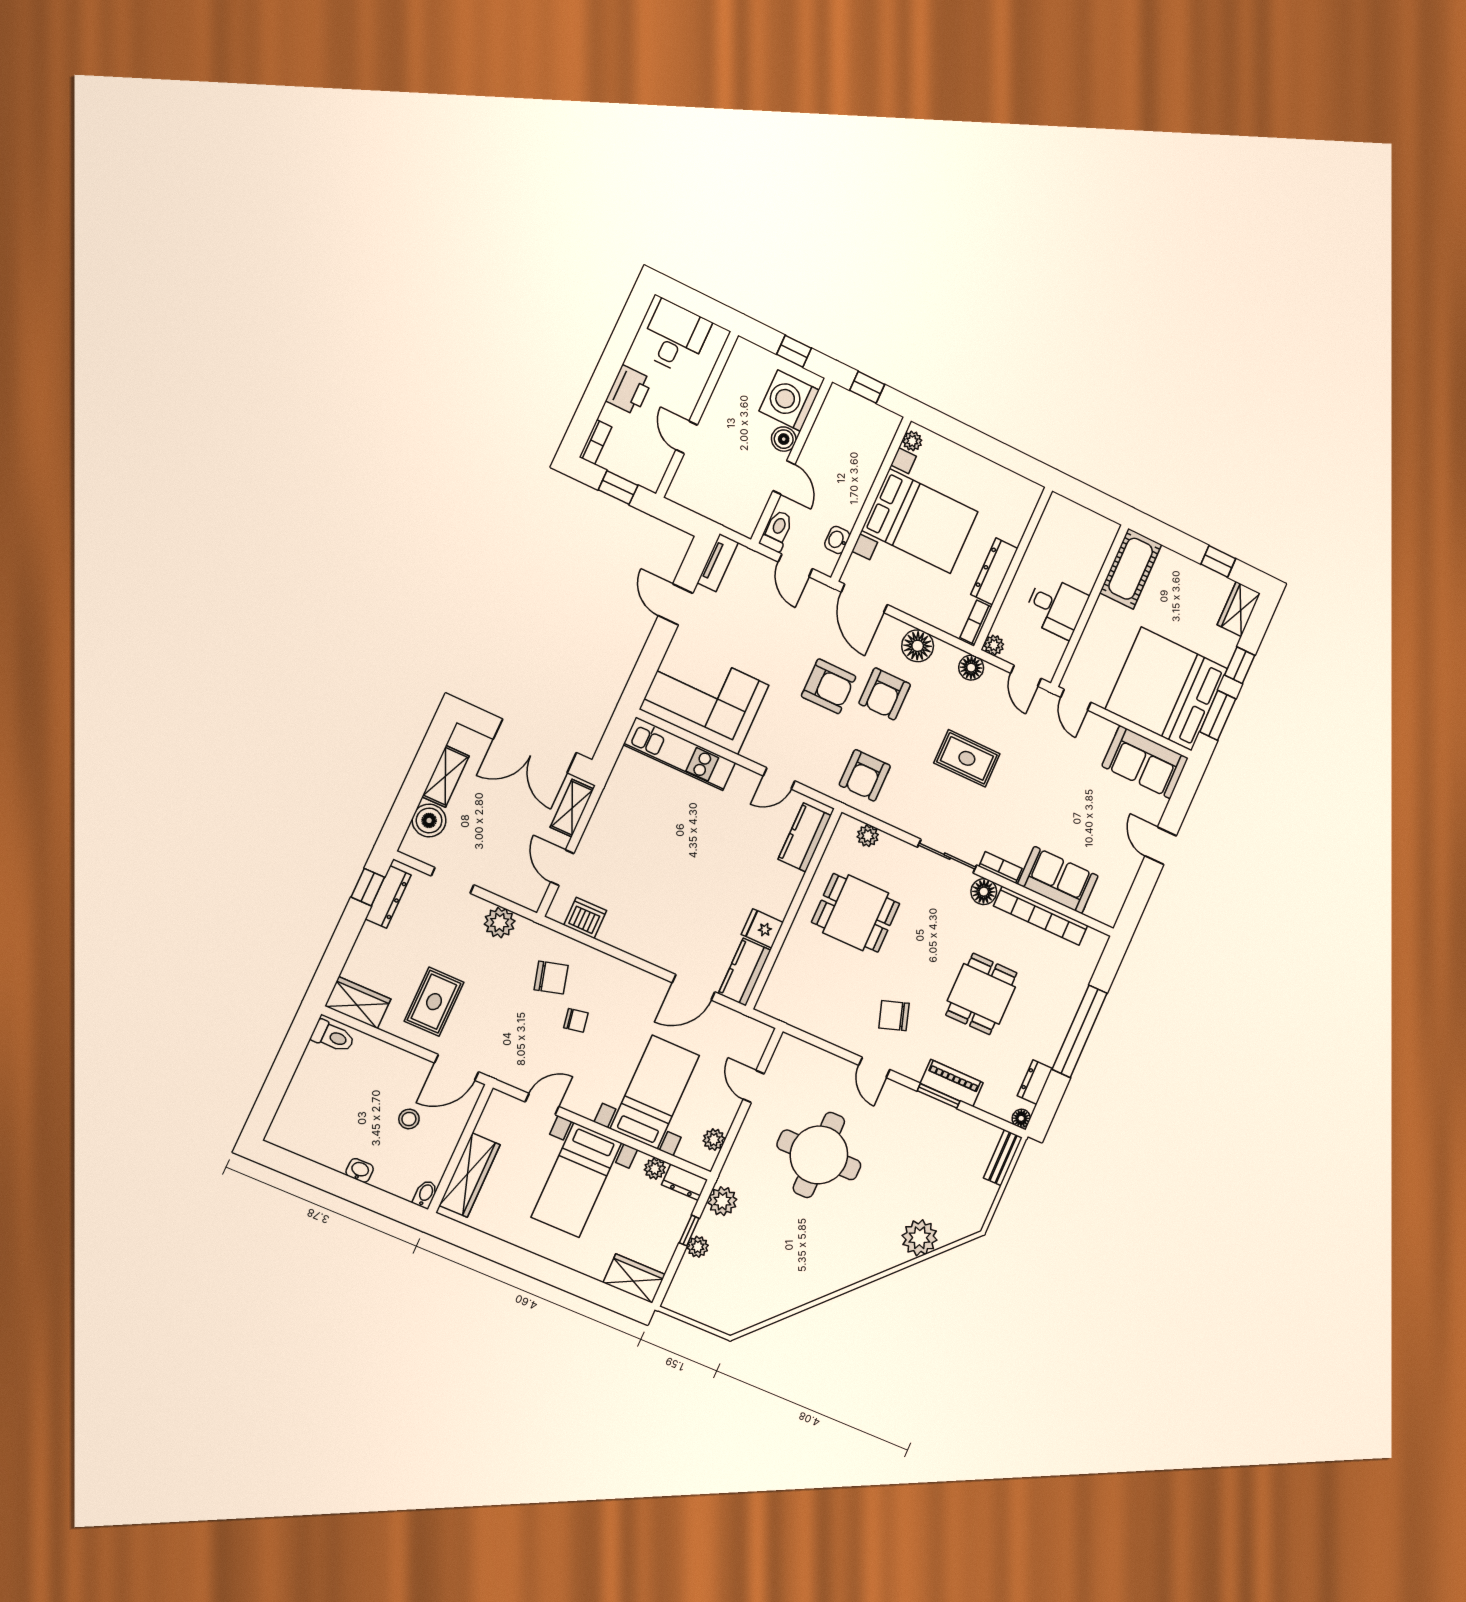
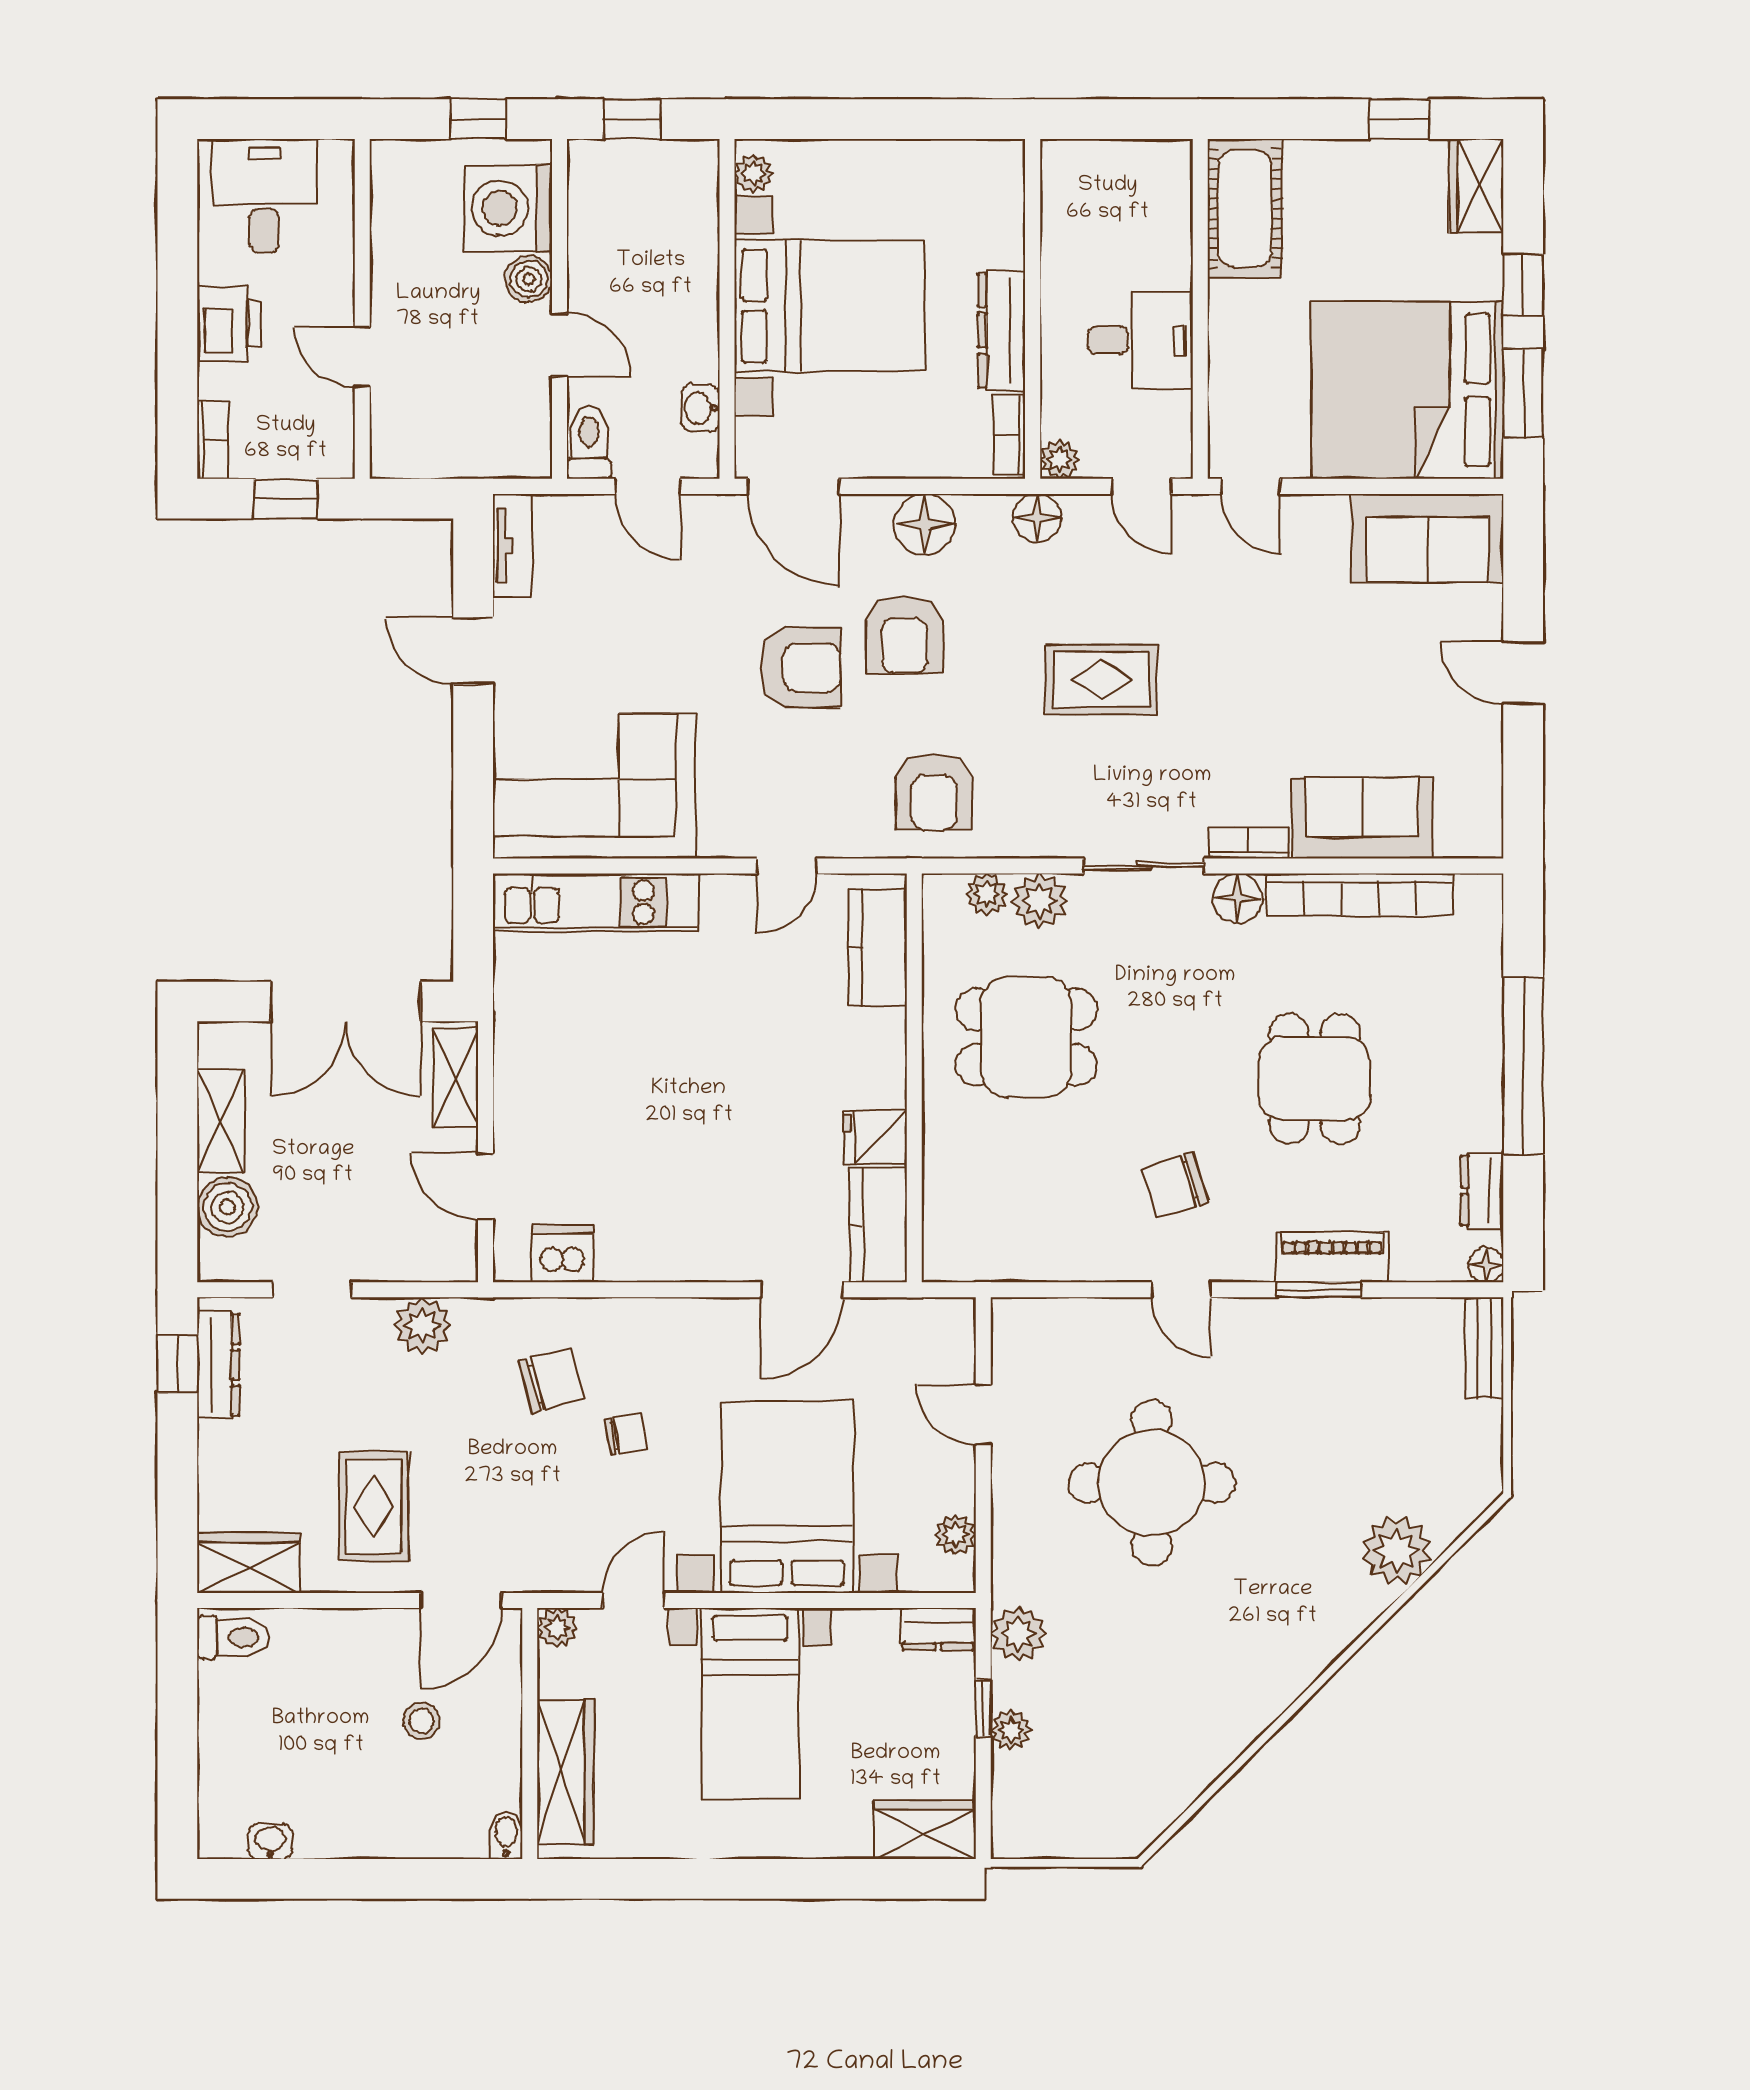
plant: (891, 850) -> (1039, 901), added
bed with nightstands: (655, 1092) -> (787, 1497), width x1.36
plant: (655, 1169) -> (557, 1628), moved
washbasin: (360, 1170) -> (270, 1841), moved

